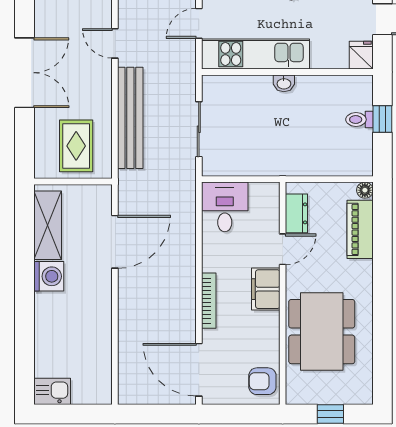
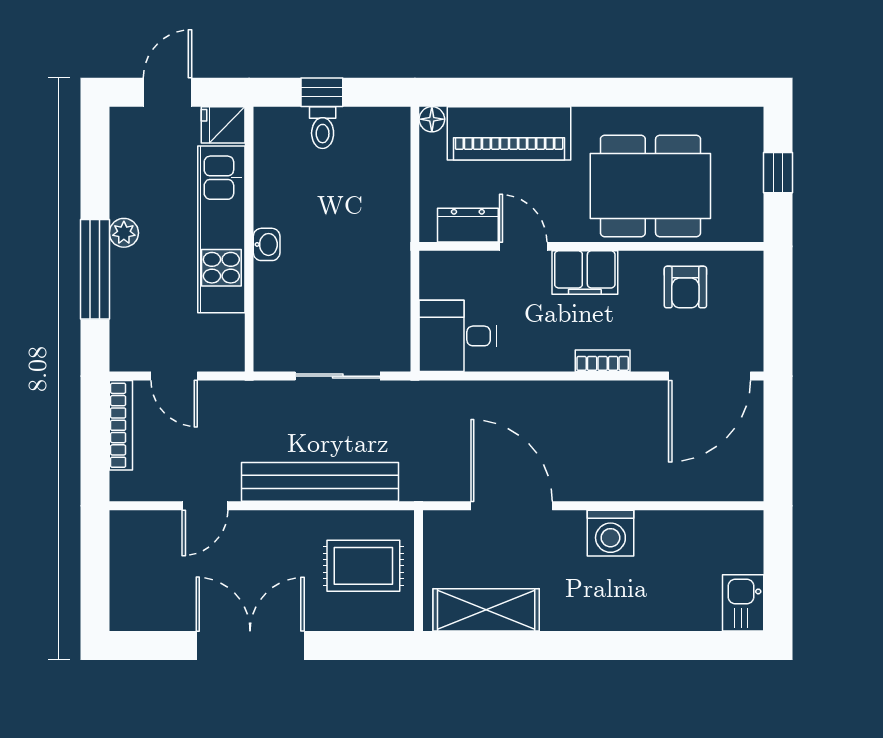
kitchen unit: (256, 54) -> (221, 229), moved
piano: (360, 229) -> (509, 133), width x1.37, depth x1.33
washing machine: (49, 276) -> (610, 533), moved, turned 180
bookcase: (209, 301) -> (603, 361), width x0.64
armchair: (262, 381) -> (685, 287), moved

